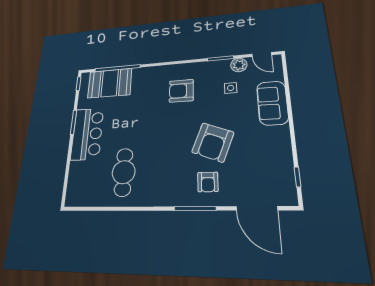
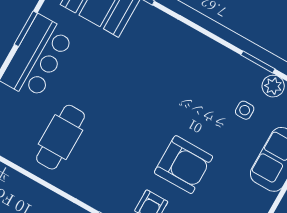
armchair: (181, 91) -> (185, 75), removed
armchair: (213, 142) -> (183, 165), turned -111

